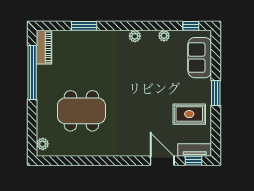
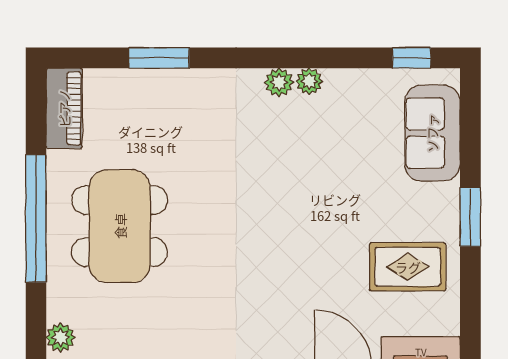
plant: (164, 36) -> (309, 81), moved
window: (32, 73) -> (36, 219), moved
dining table: (81, 111) -> (120, 226), moved, turned 90

